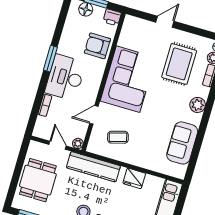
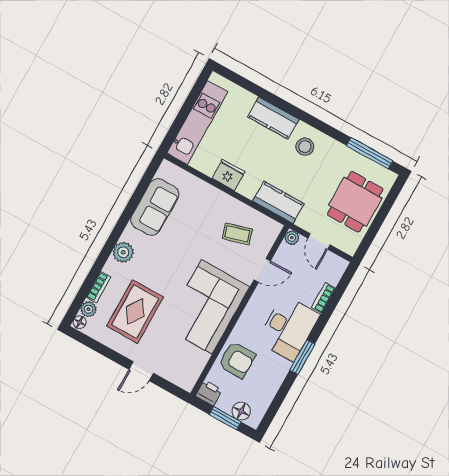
kitchen counter: (93, 167) -> (278, 202), width x0.67

